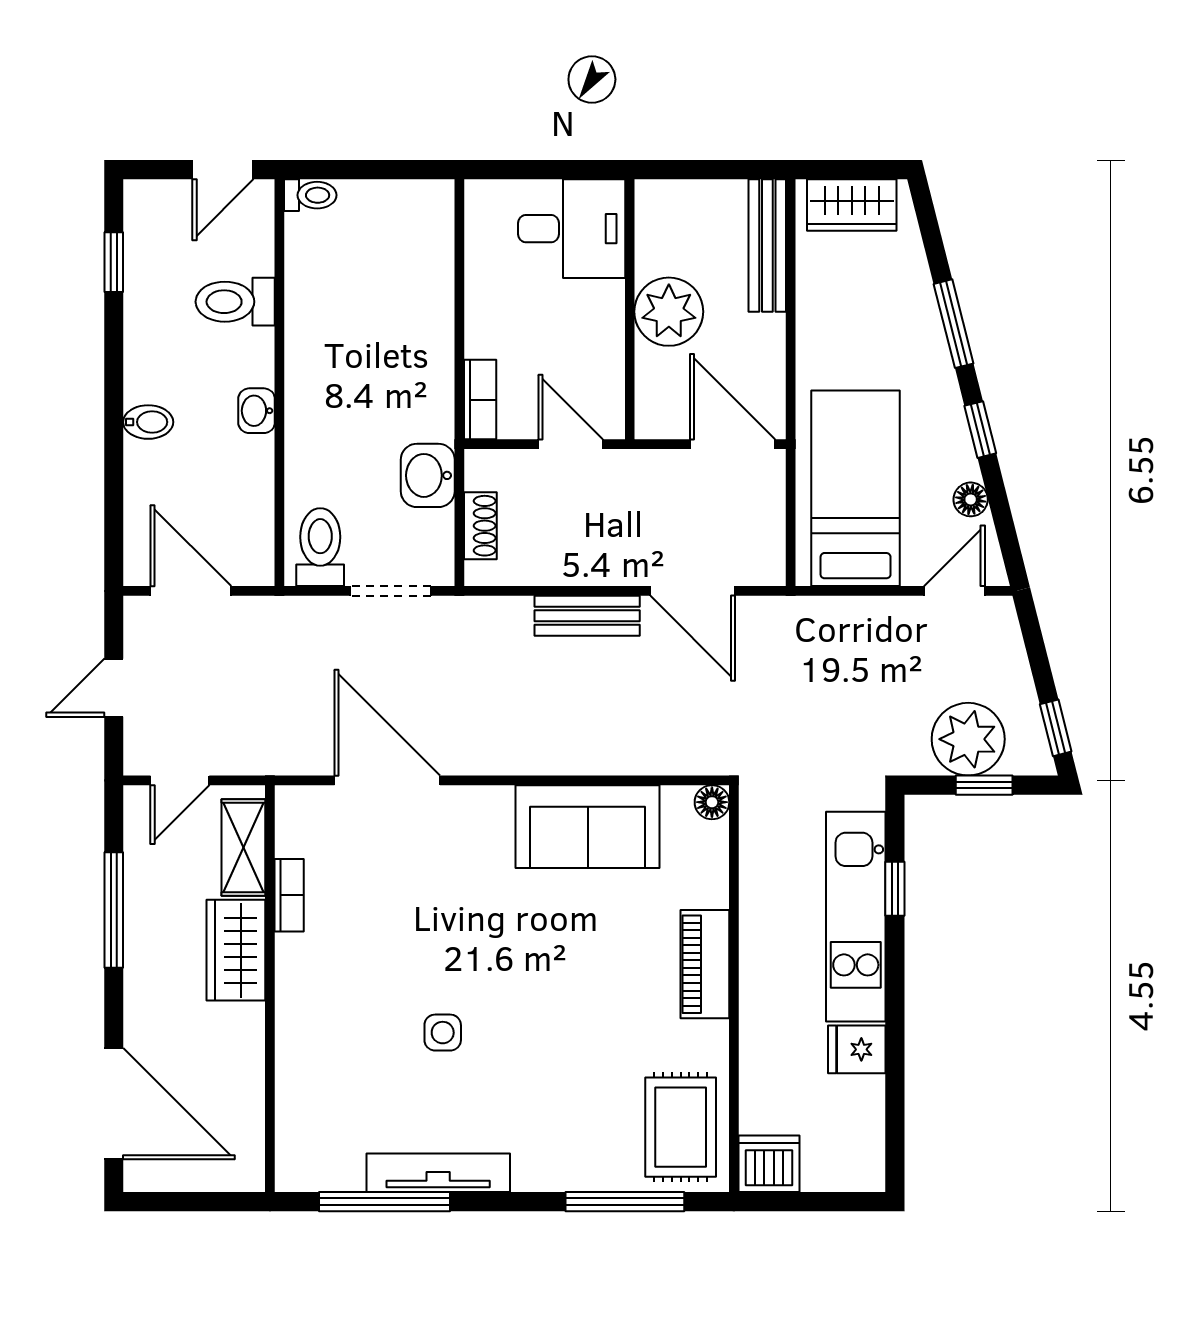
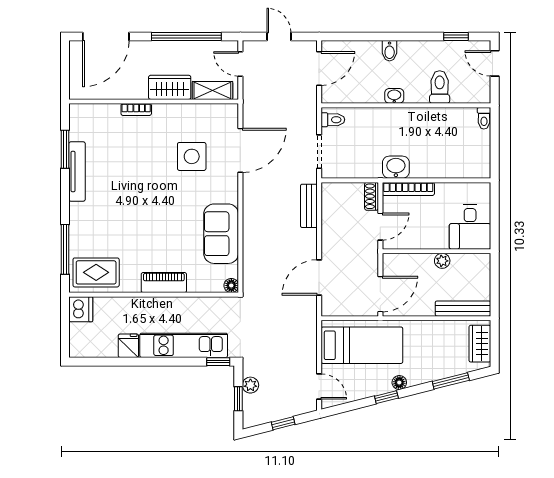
door: (223, 170) -> (495, 63), moved
plant: (669, 312) -> (442, 261), width x0.53, depth x0.53
window: (954, 324) -> (451, 381), moved
bookcase: (480, 400) -> (408, 189), width x1.56
washbasin: (428, 475) -> (396, 167), moved
floor lamp: (971, 499) -> (399, 383), moved
shoe rack: (480, 526) -> (372, 196), moved, turned 90
toilet: (320, 547) -> (333, 120), width x0.73, depth x0.72
bench: (587, 616) -> (309, 206), moved
window: (1056, 728) -> (283, 423), moved
plant: (968, 739) -> (250, 385), width x0.53, depth x0.53
window: (895, 889) -> (218, 362), moved
bookcase: (289, 895) -> (136, 110), moved
window: (114, 910) -> (186, 36), width x1.46
side table: (443, 1033) -> (192, 156), moved, width x1.87, depth x1.87
window: (385, 1202) -> (65, 149), width x0.69

